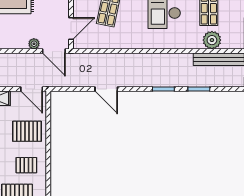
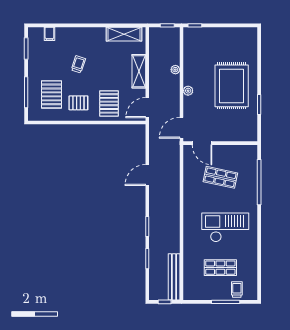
plant: (212, 40) -> (191, 270), removed
plant: (34, 44) -> (188, 91), moved
pallet: (26, 165) -> (78, 103), turned 90

